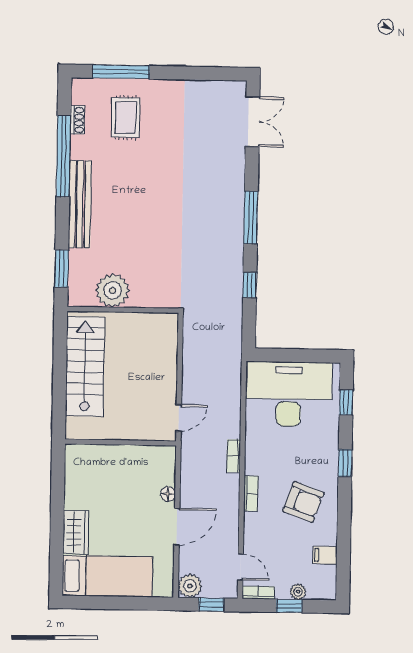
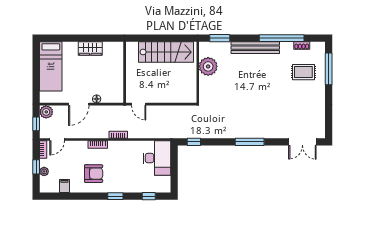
window: (250, 285) -> (194, 142), moved
desk: (289, 394) -> (157, 158), width x0.73, depth x0.77
armchair: (303, 502) -> (94, 174), turned -110
door: (177, 527) -> (79, 104), hinge flipped
wardrobe: (76, 532) -> (90, 49), moved

